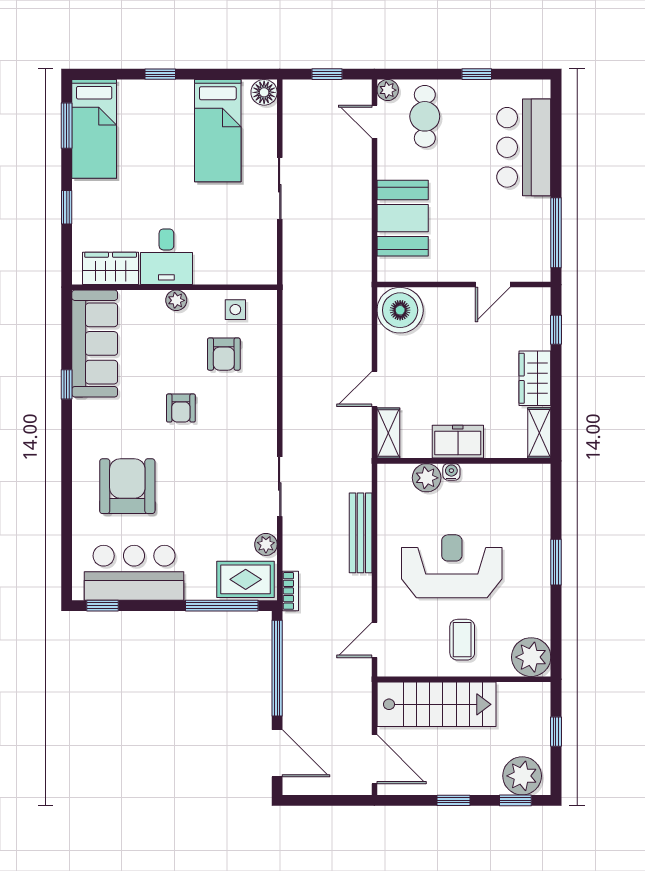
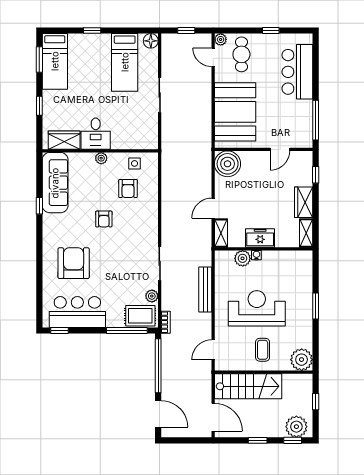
booth: (403, 218) -> (235, 112), width x1.36, depth x1.42

